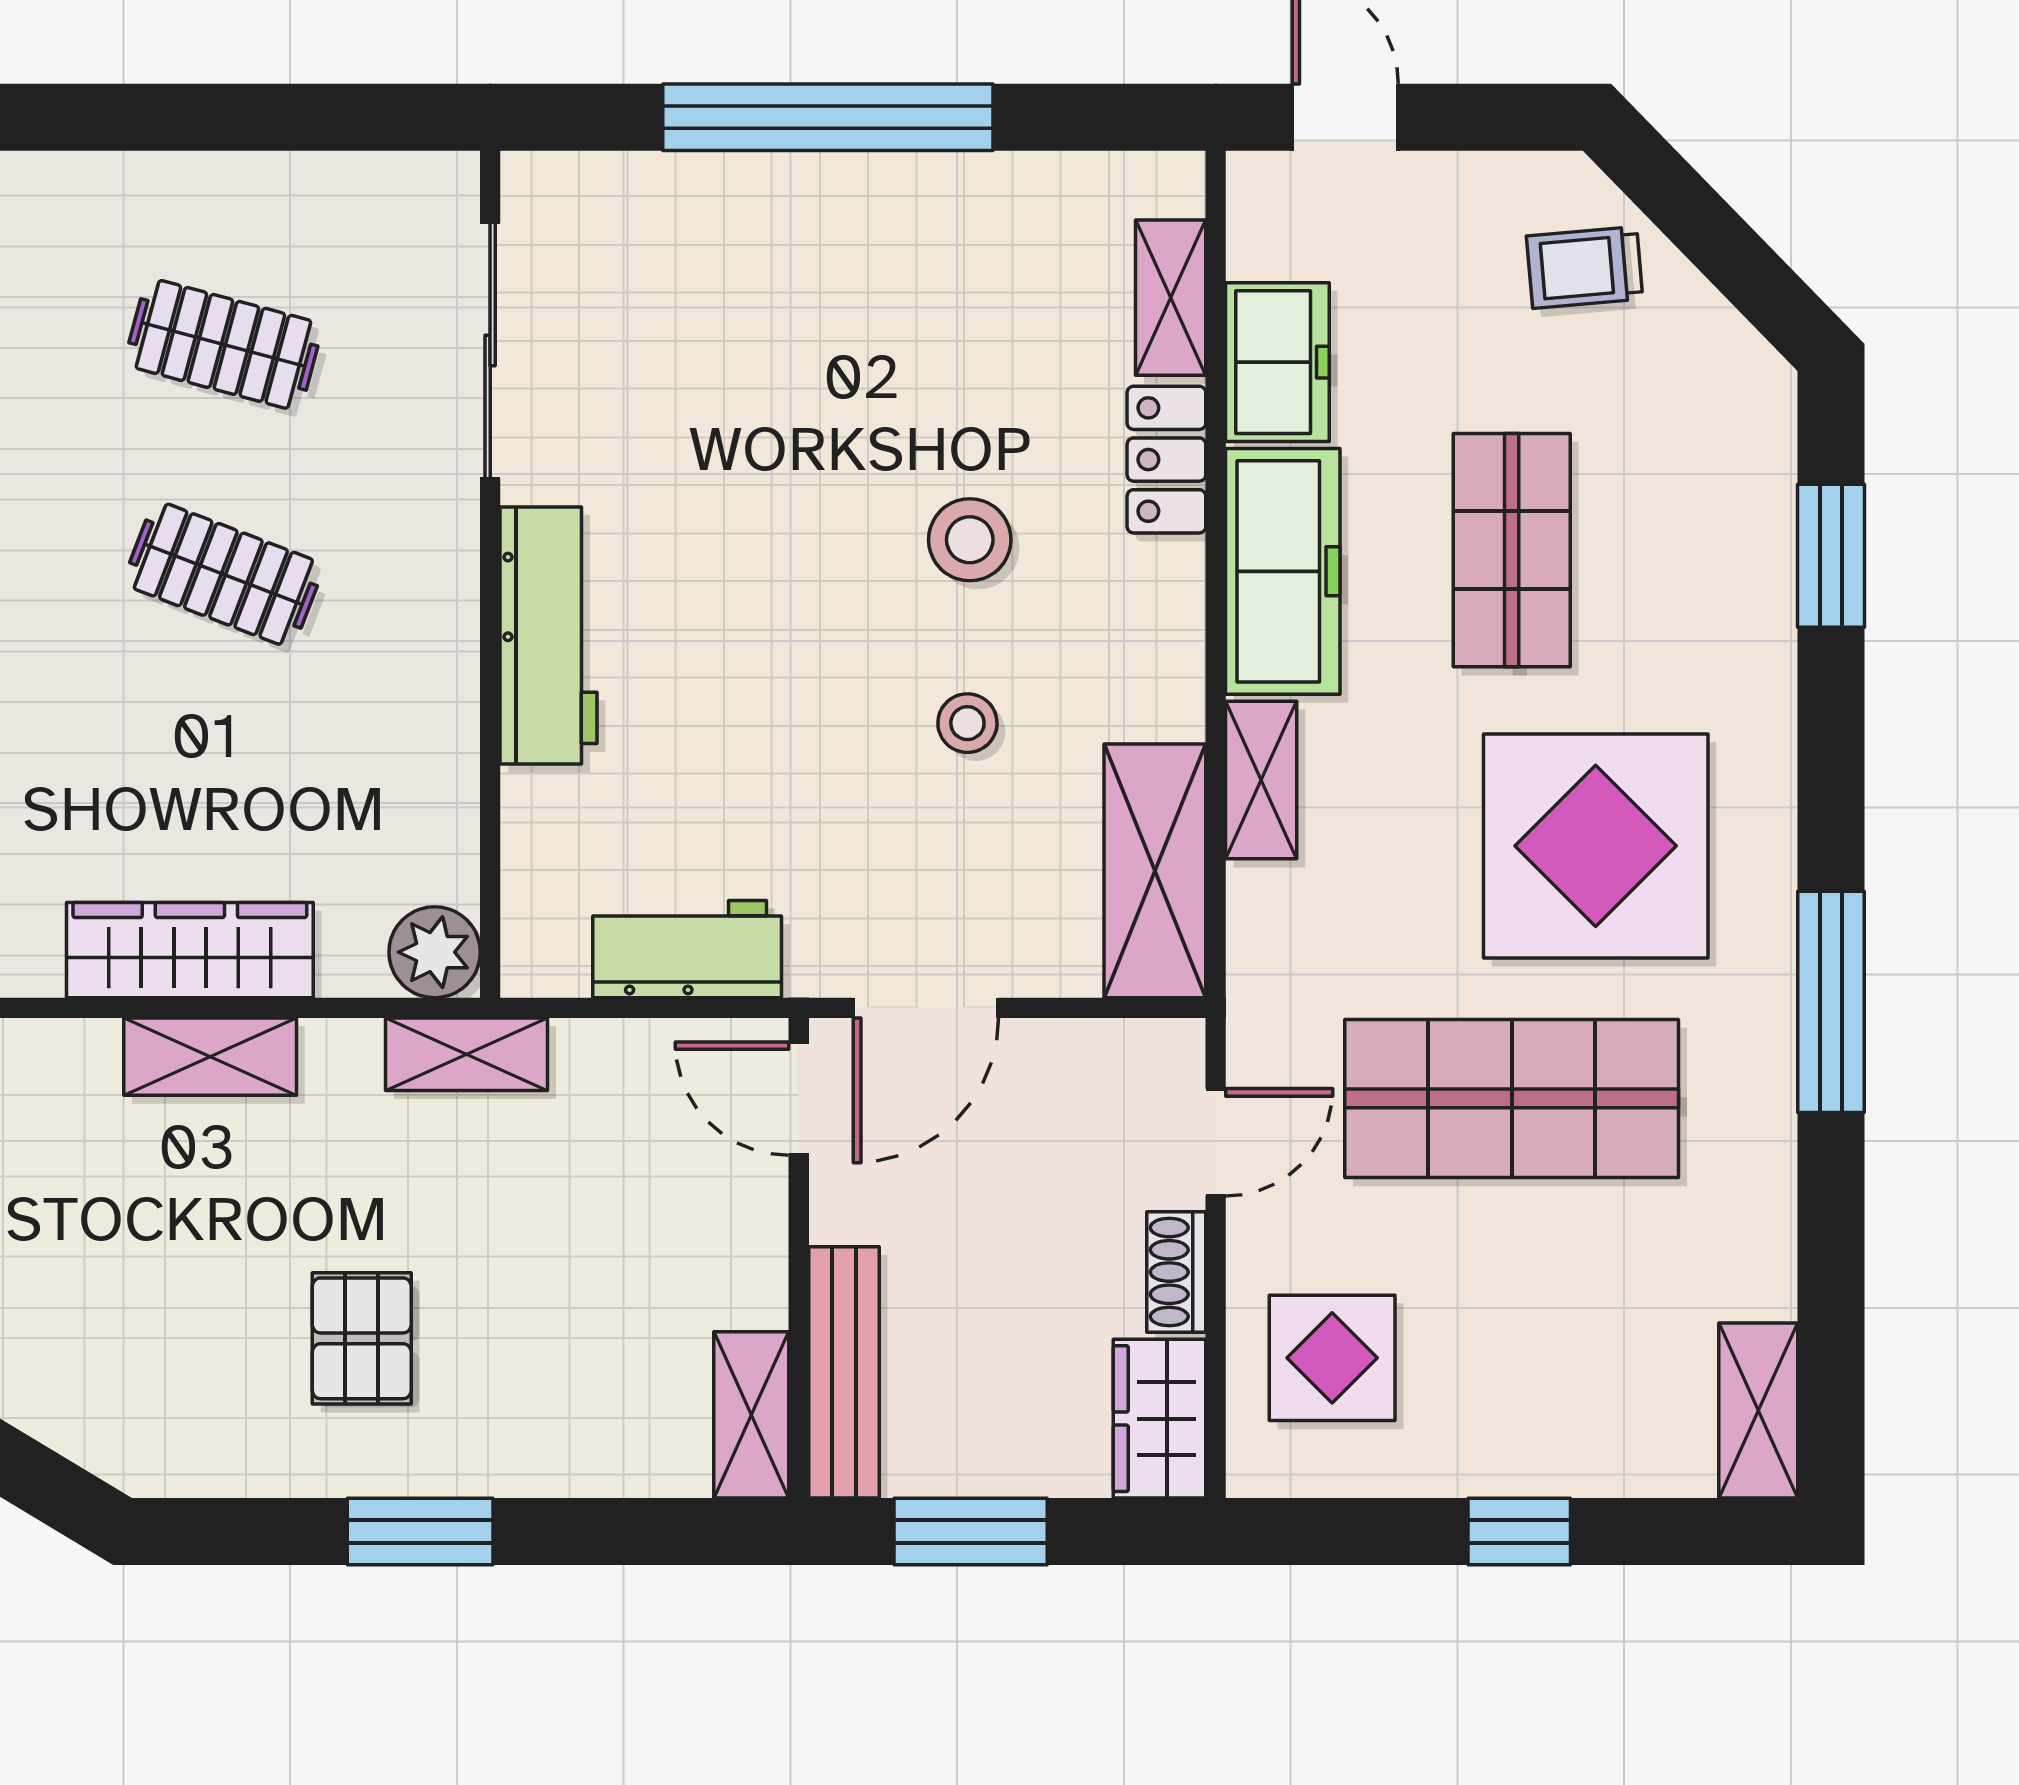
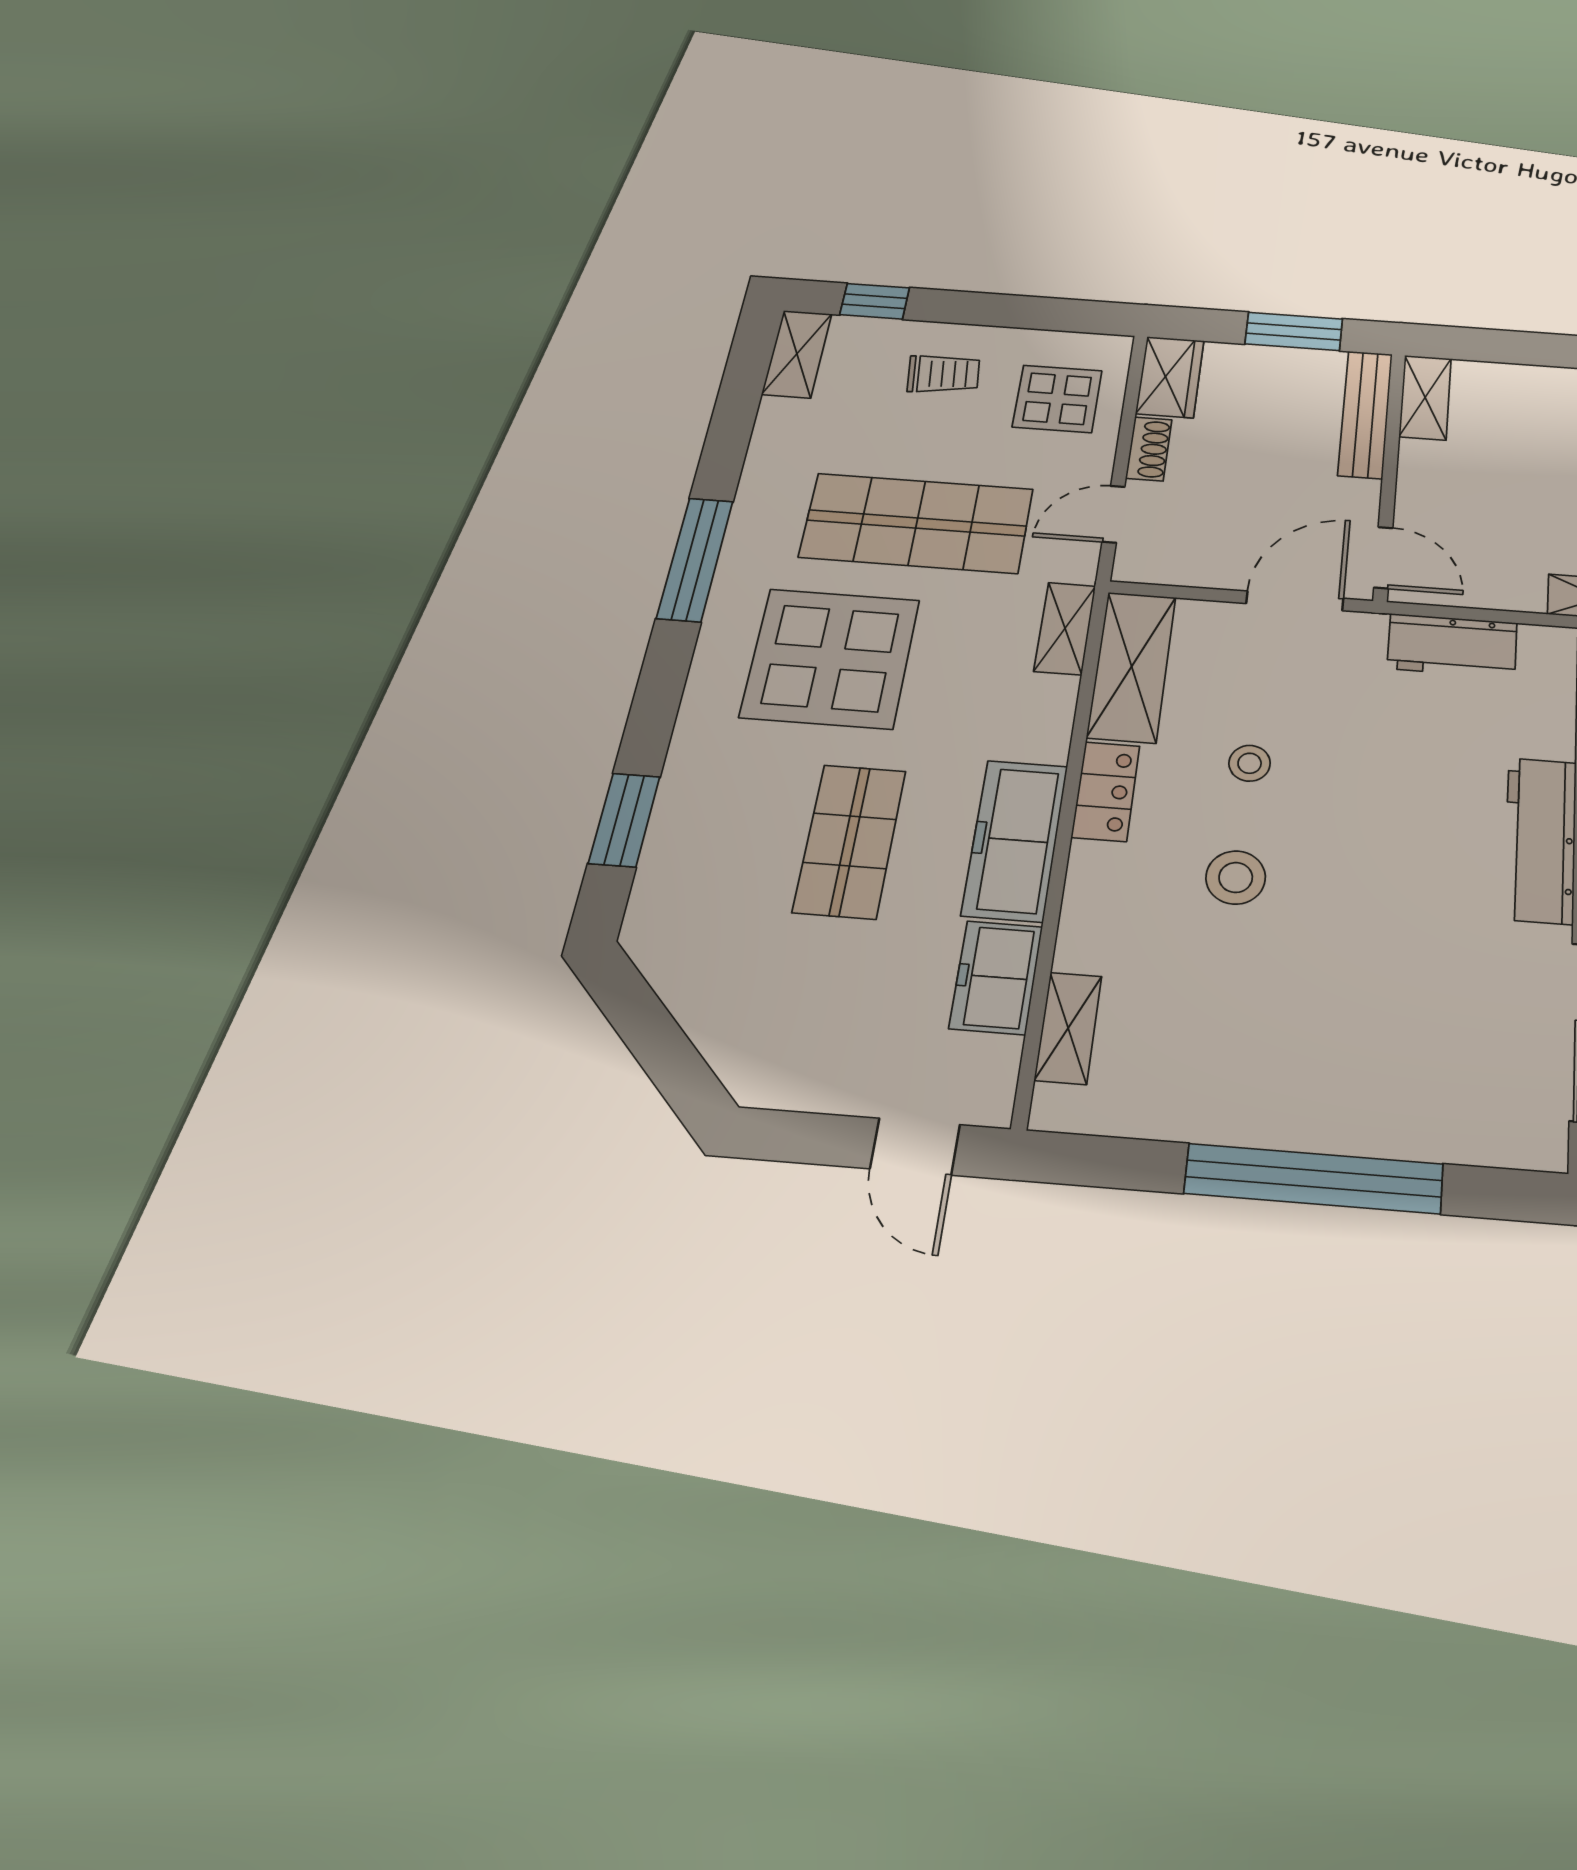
trolley: (1585, 267) -> (944, 374), moved
locker: (1166, 460) -> (1106, 791), moved
shelving: (1261, 780) -> (1065, 628), moved
window: (1519, 1531) -> (875, 301), moved

